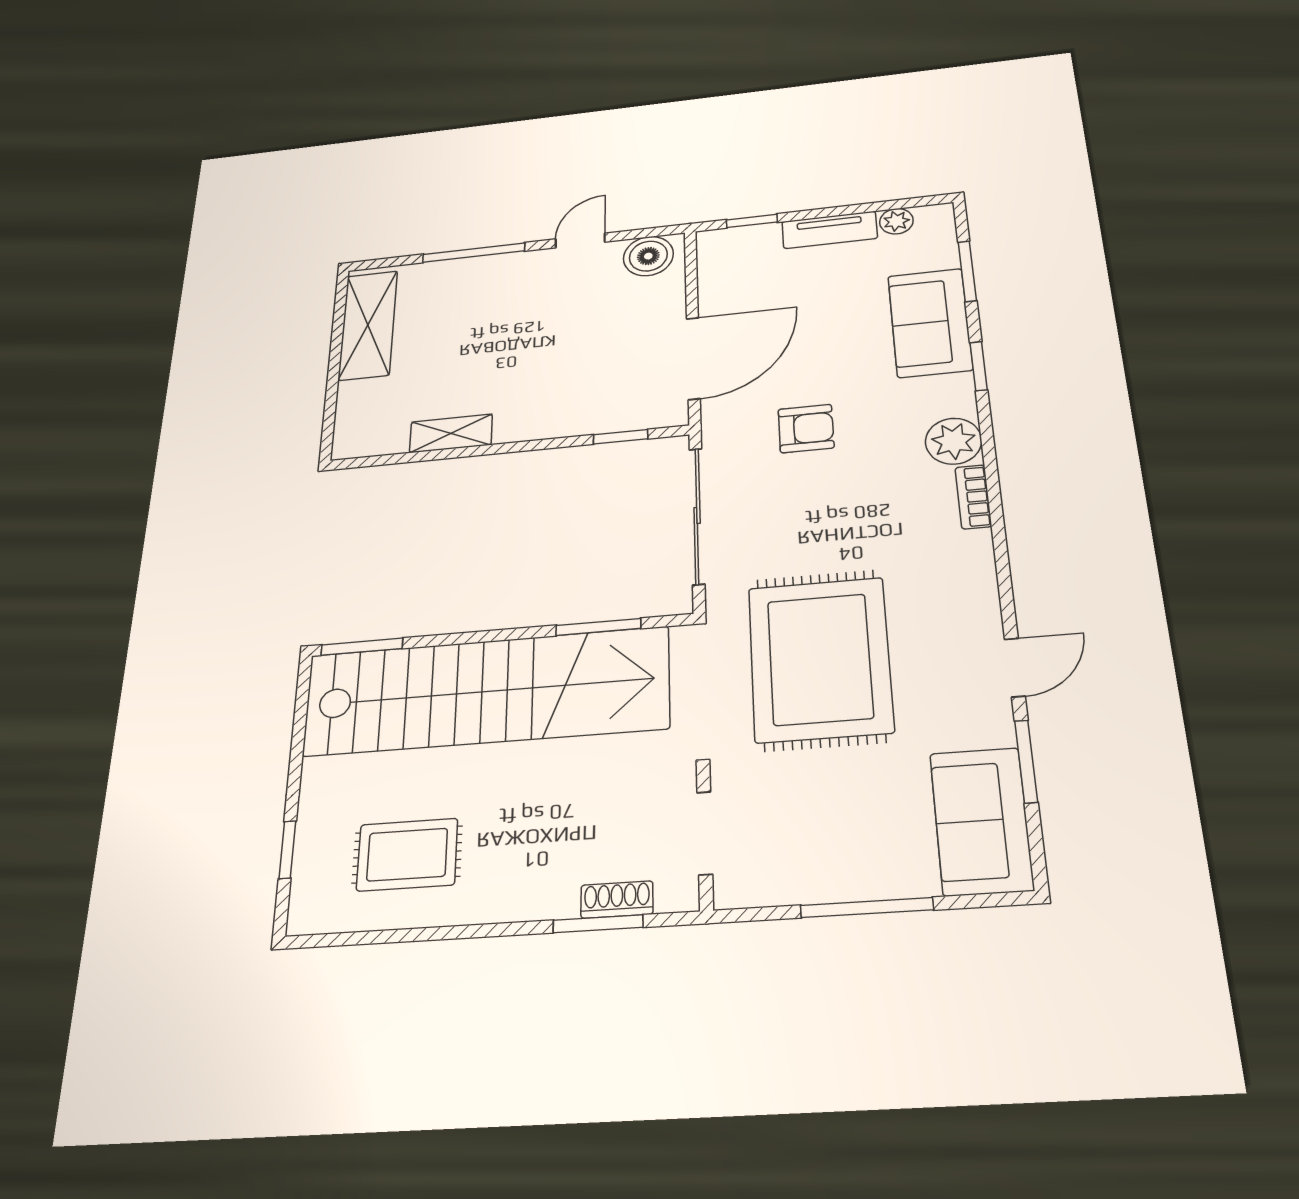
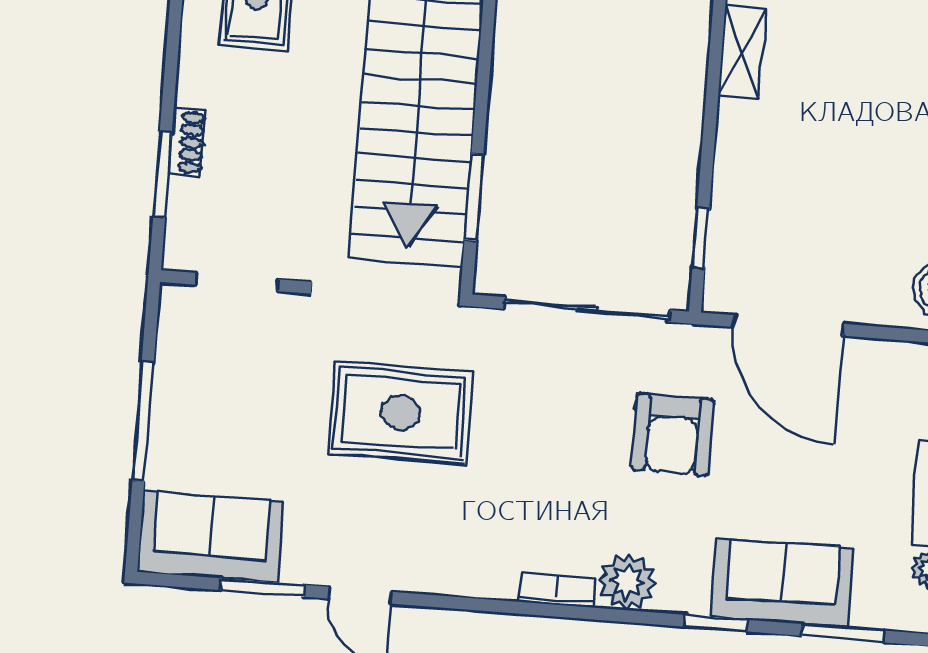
armchair: (806, 429) -> (673, 434), width x1.38, depth x1.38
rug: (820, 659) -> (401, 413), width x0.73, depth x0.69
shoe rack: (617, 900) -> (187, 142), moved

